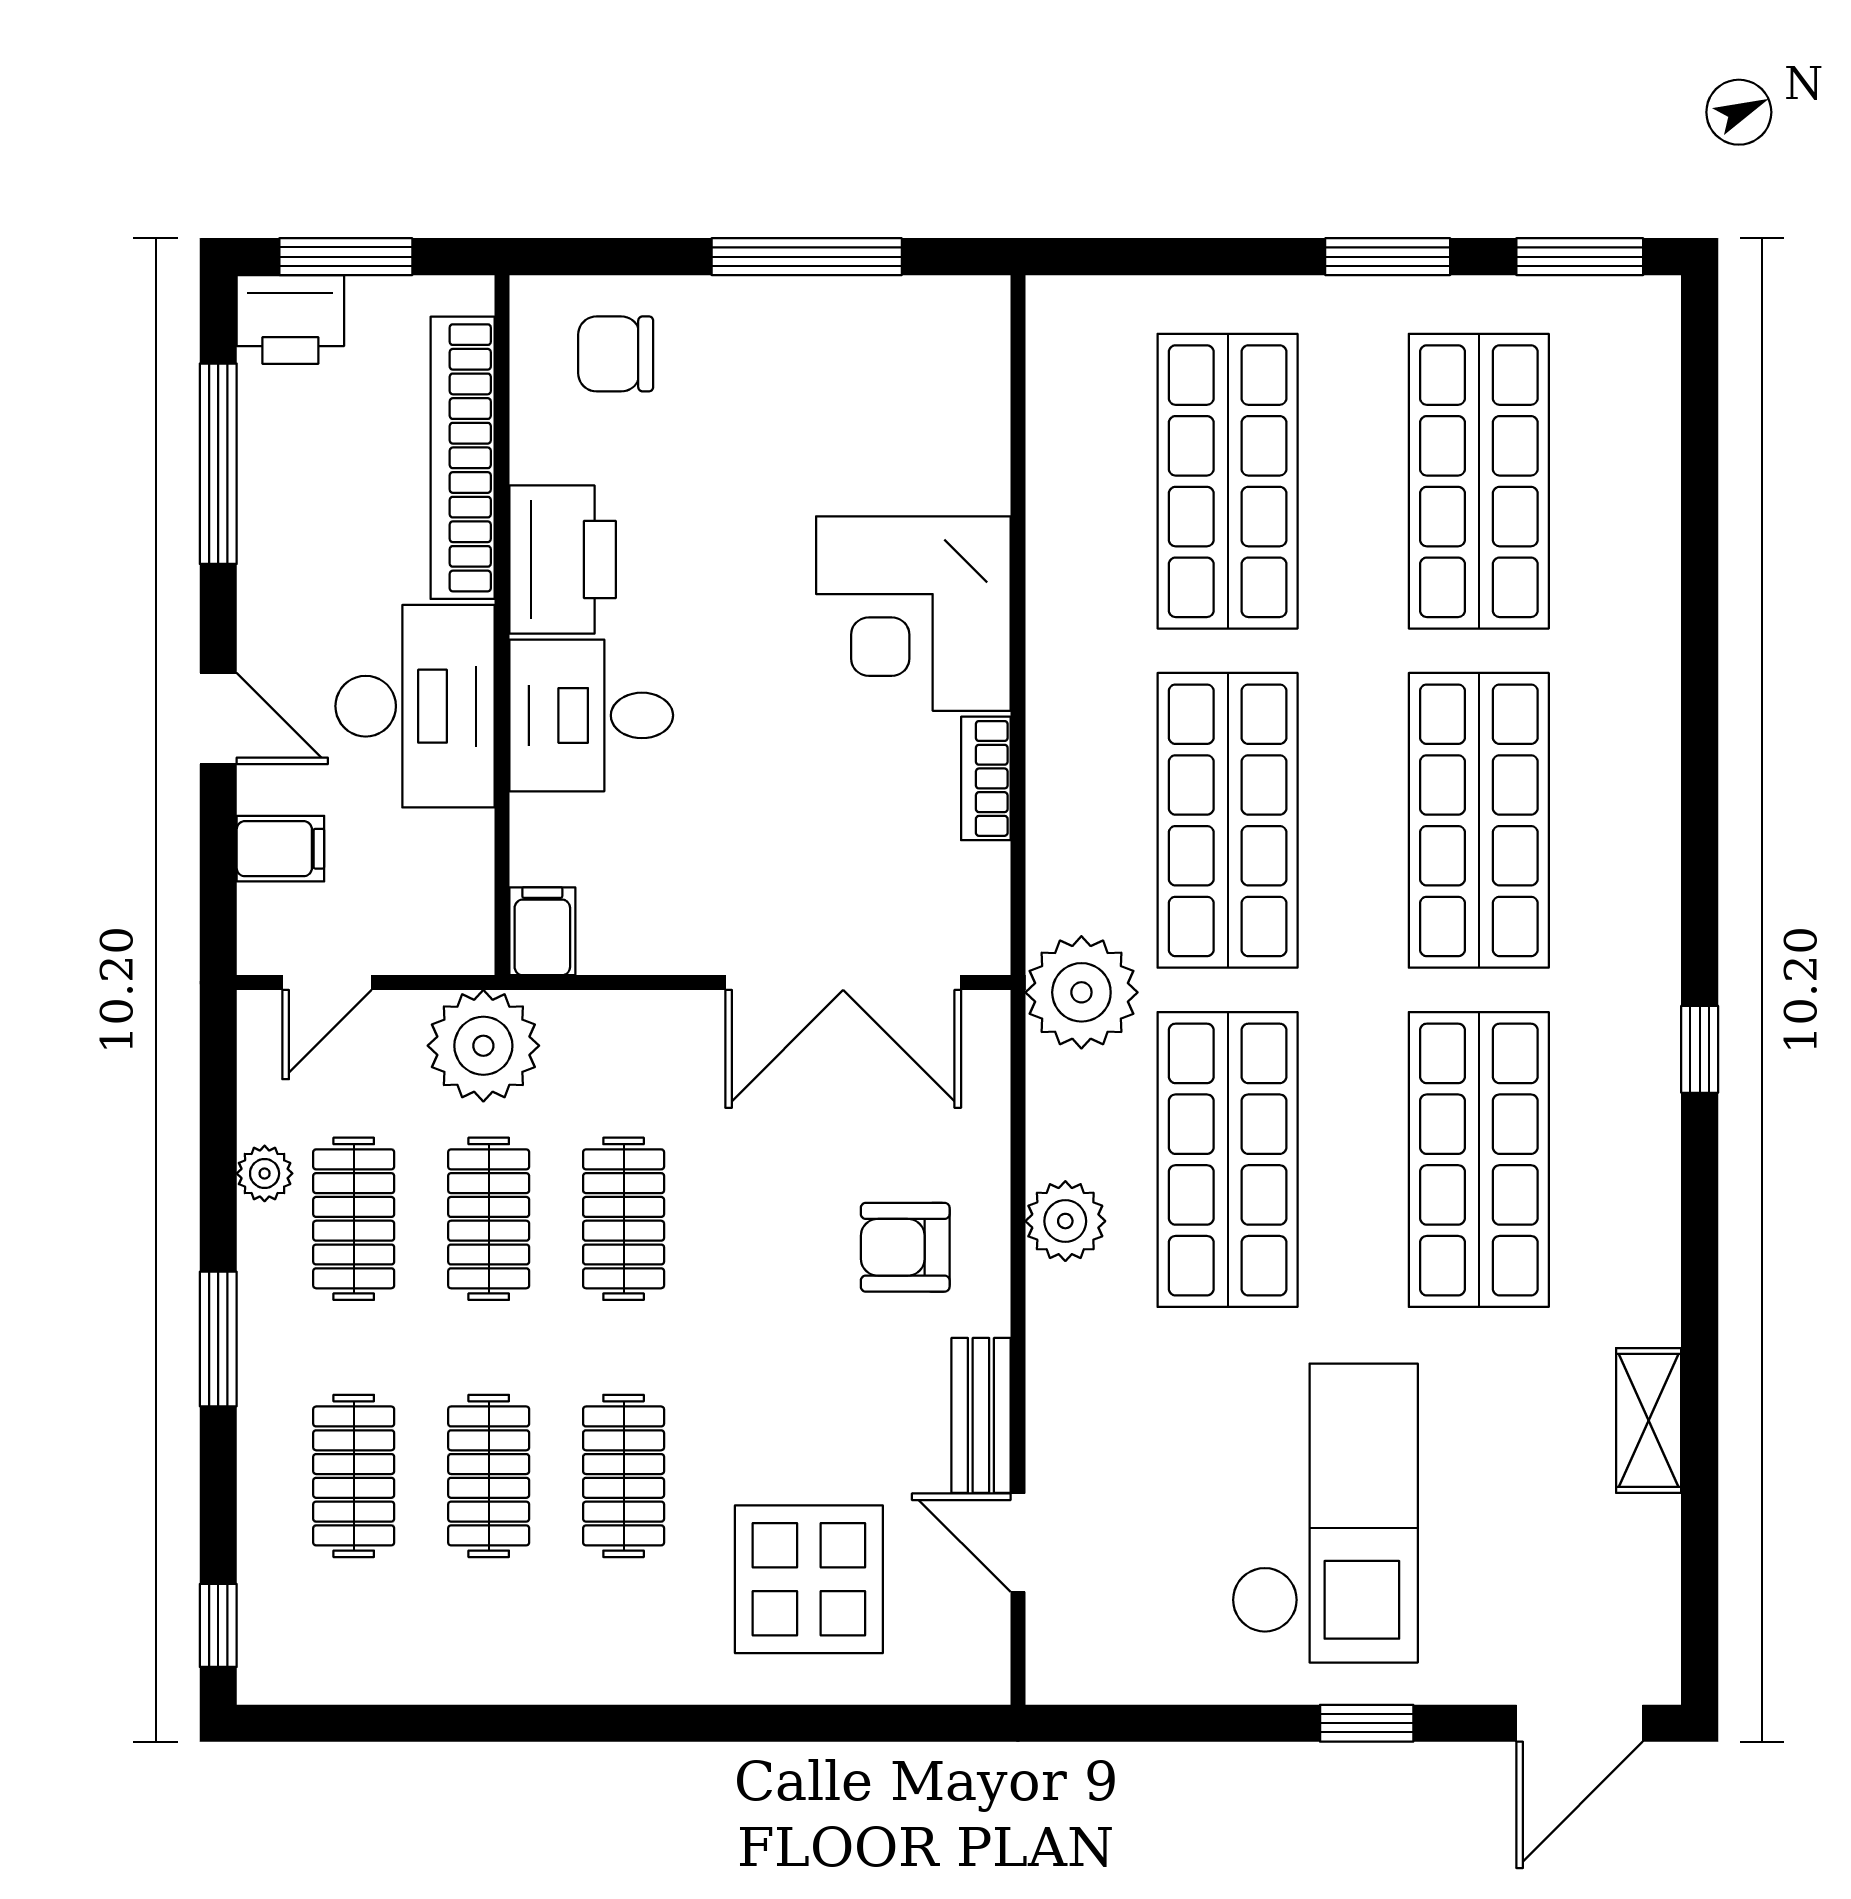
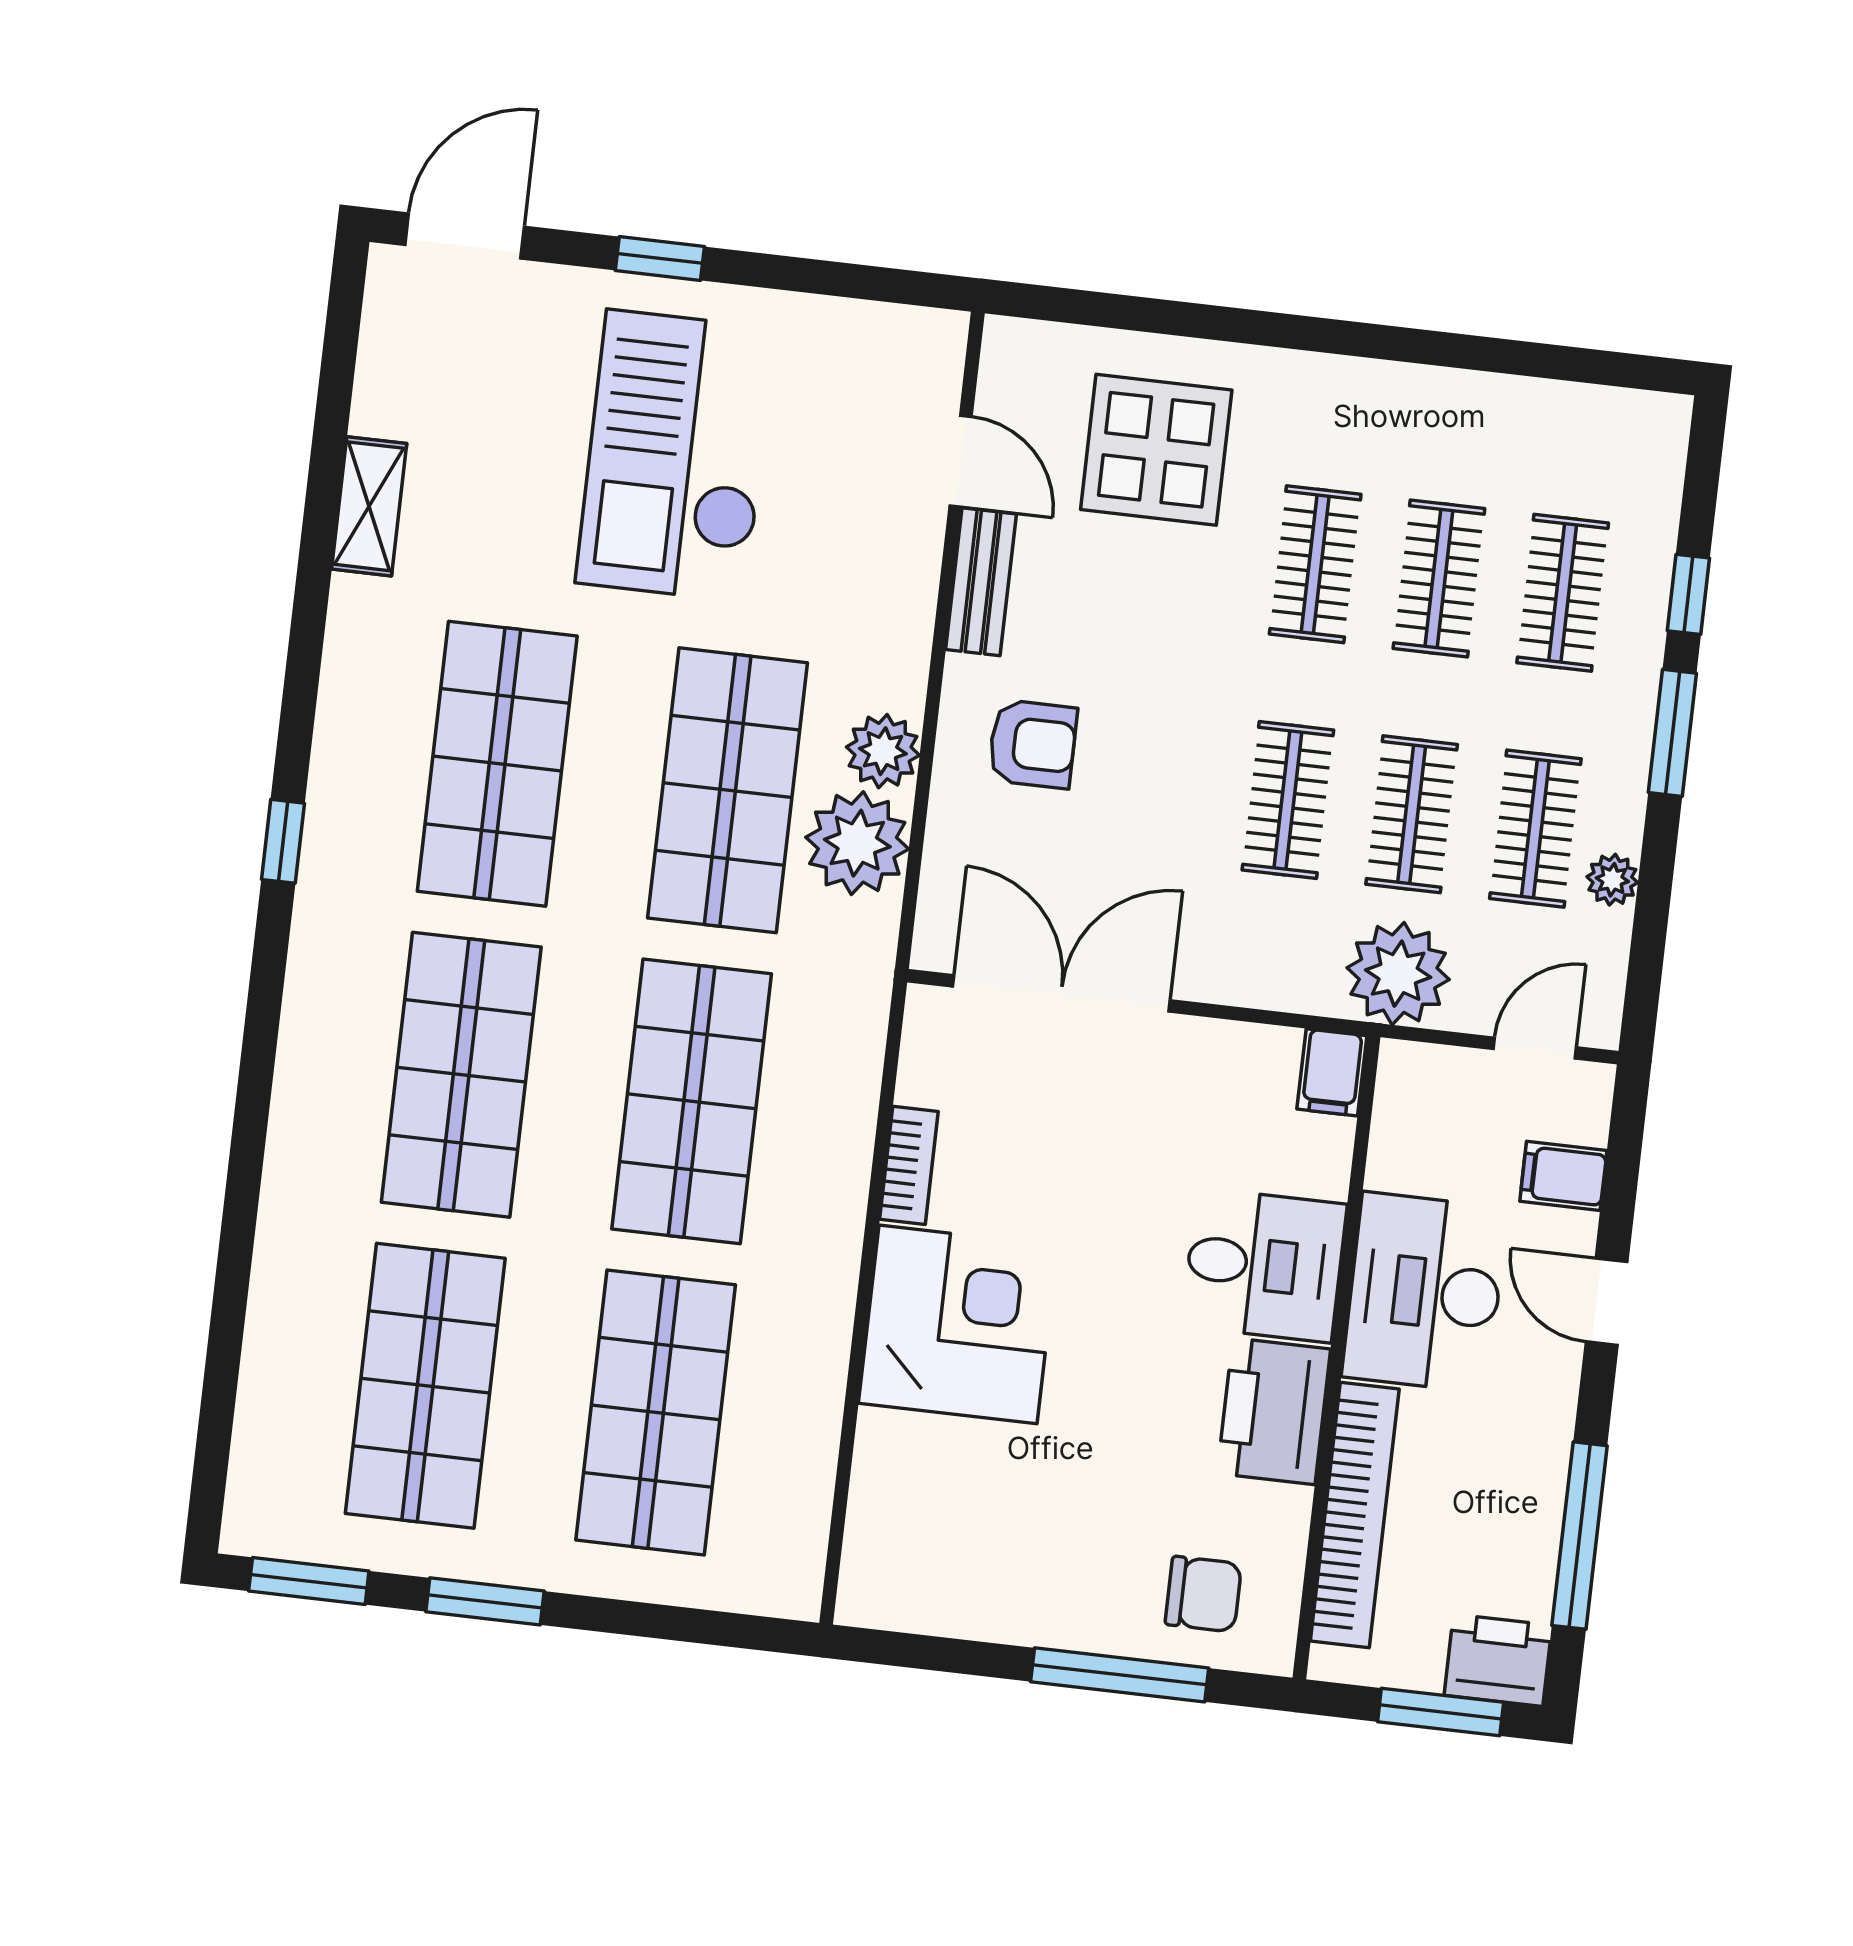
window: (807, 257) -> (1120, 1675), moved
plant: (1081, 992) -> (857, 843), moved
window: (218, 1625) -> (1688, 594), moved

